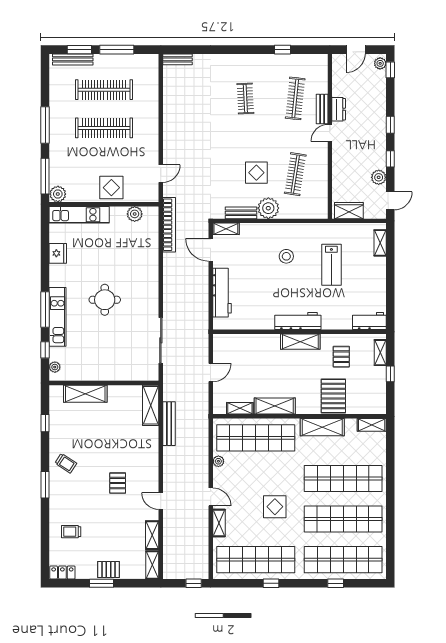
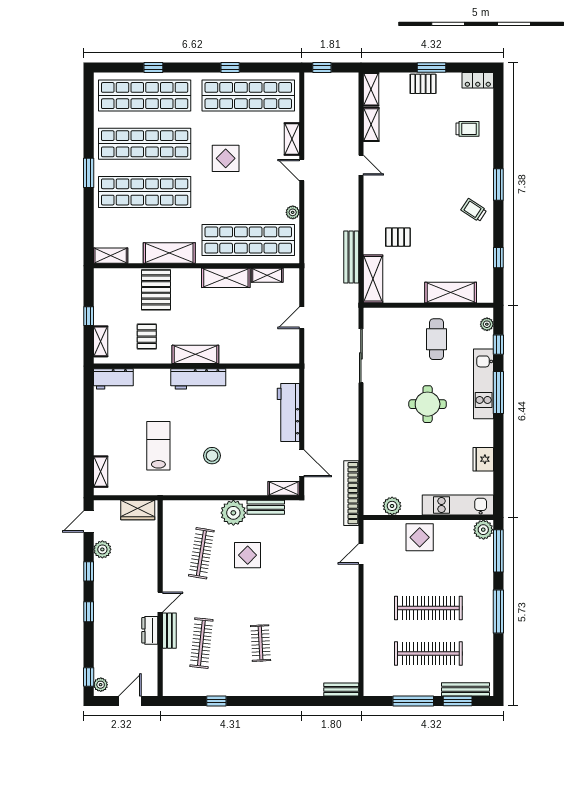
cafe table: (97, 354) -> (436, 339), added
pallet: (118, 483) -> (398, 237), moved, turned 90
window: (390, 495) -> (89, 173), added

